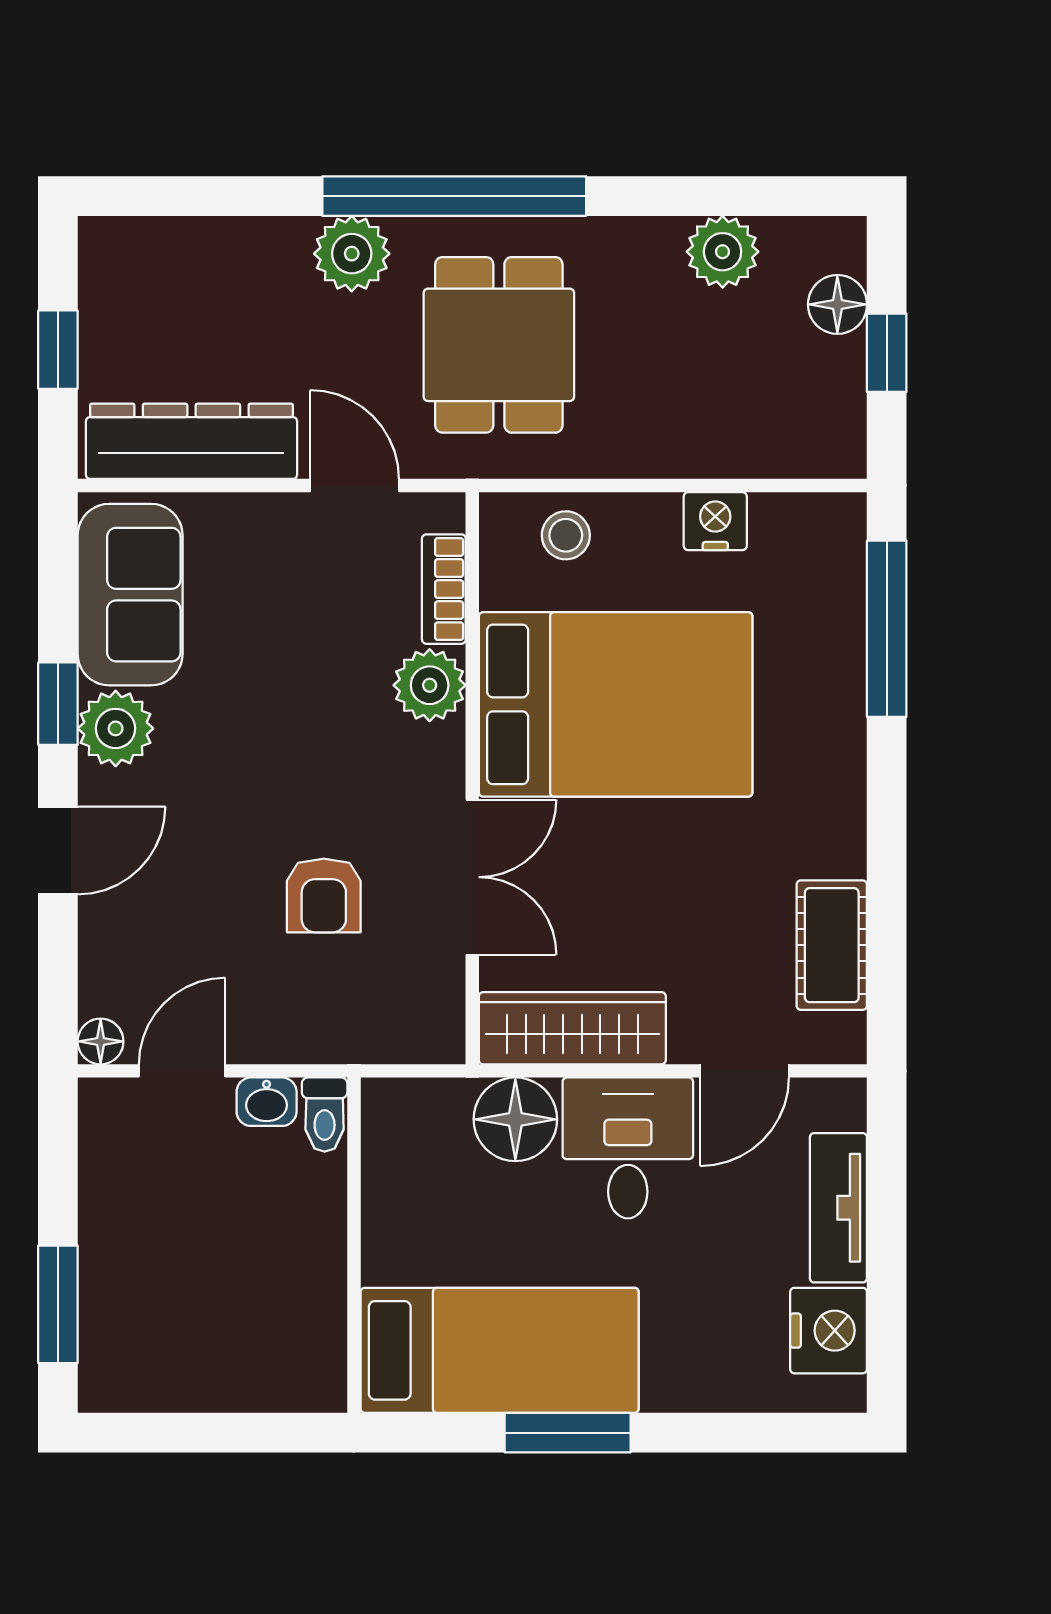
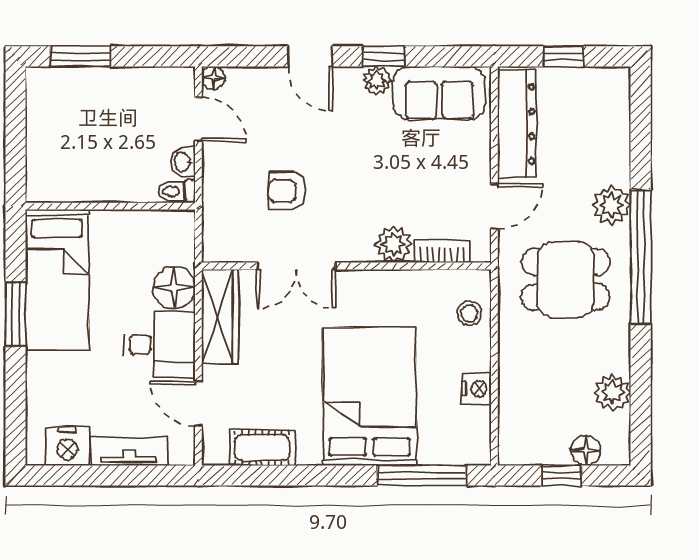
bed: (616, 704) -> (370, 396), moved, turned 180
plant: (116, 728) -> (377, 80), width x0.73, depth x0.73

